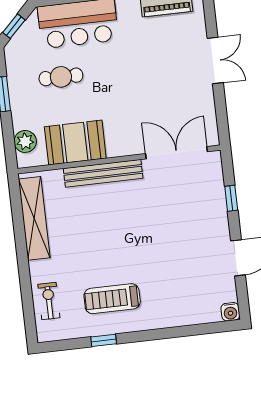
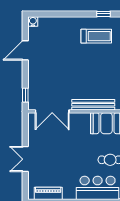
window: (231, 198) -> (25, 95), moved

